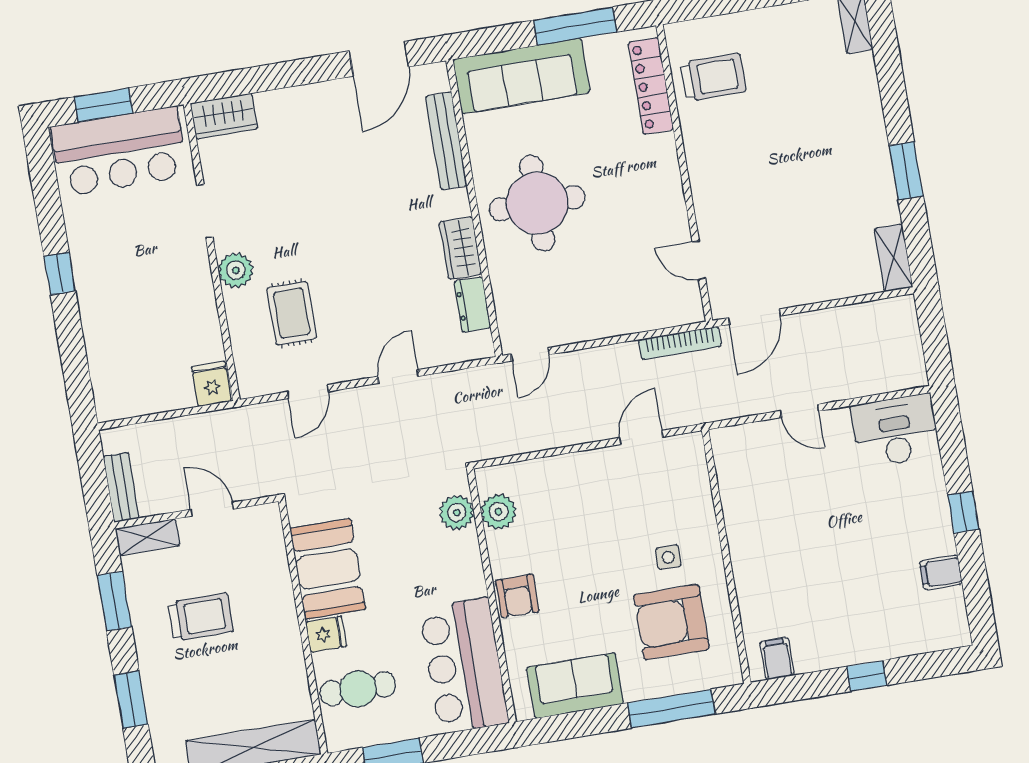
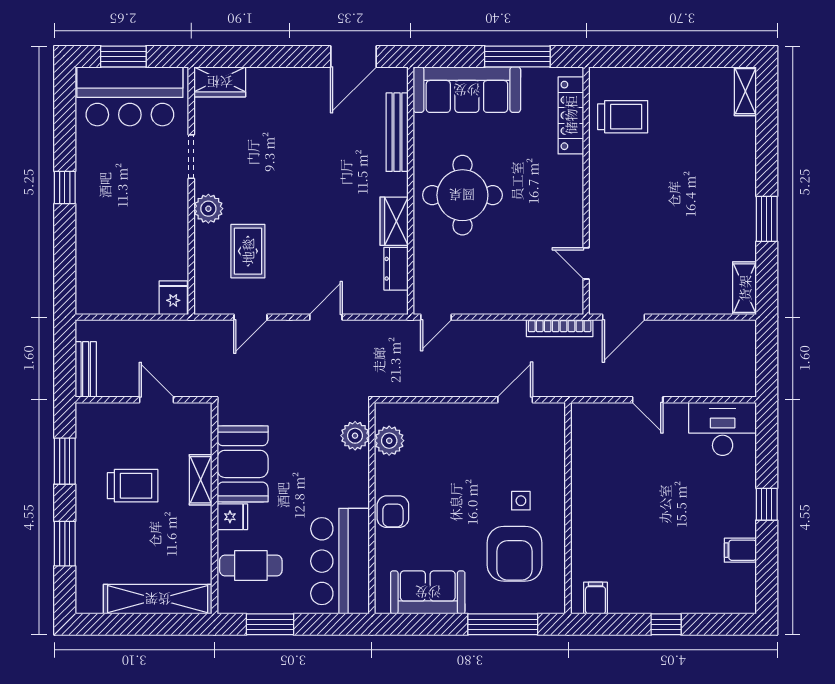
shelving: (147, 537) -> (201, 480), moved, turned 90
armchair: (671, 622) -> (515, 554), turned -90

